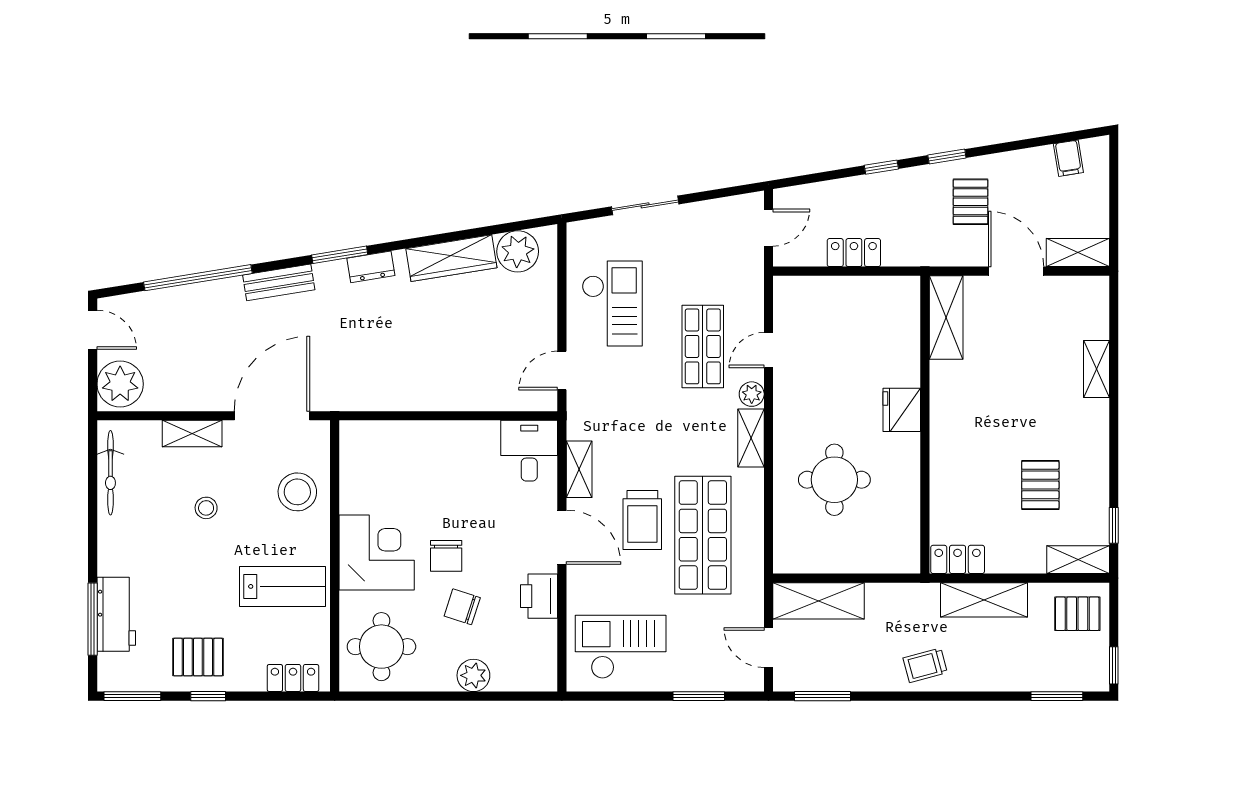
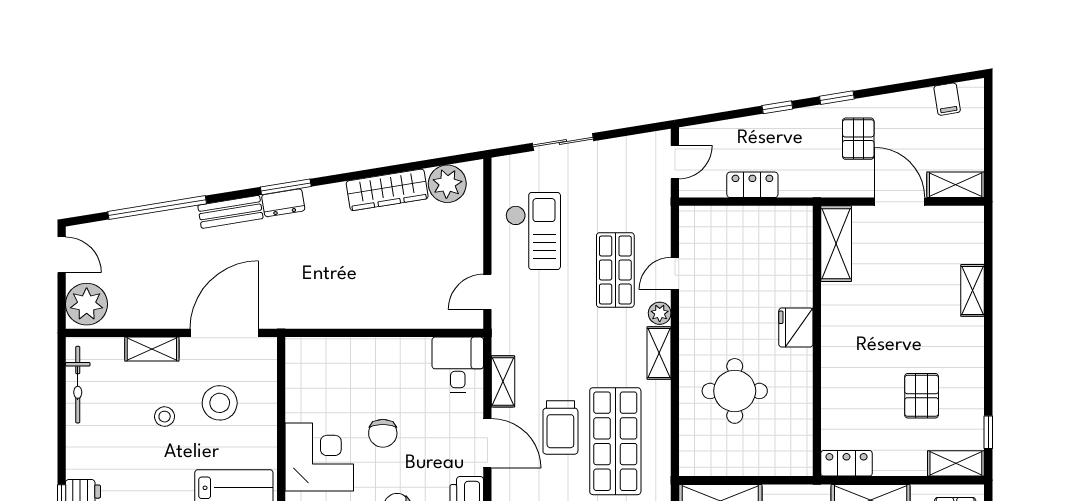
dresser: (371, 267) -> (283, 203), moved
stool: (297, 492) -> (220, 403), moved
chair: (446, 556) -> (383, 433), moved

